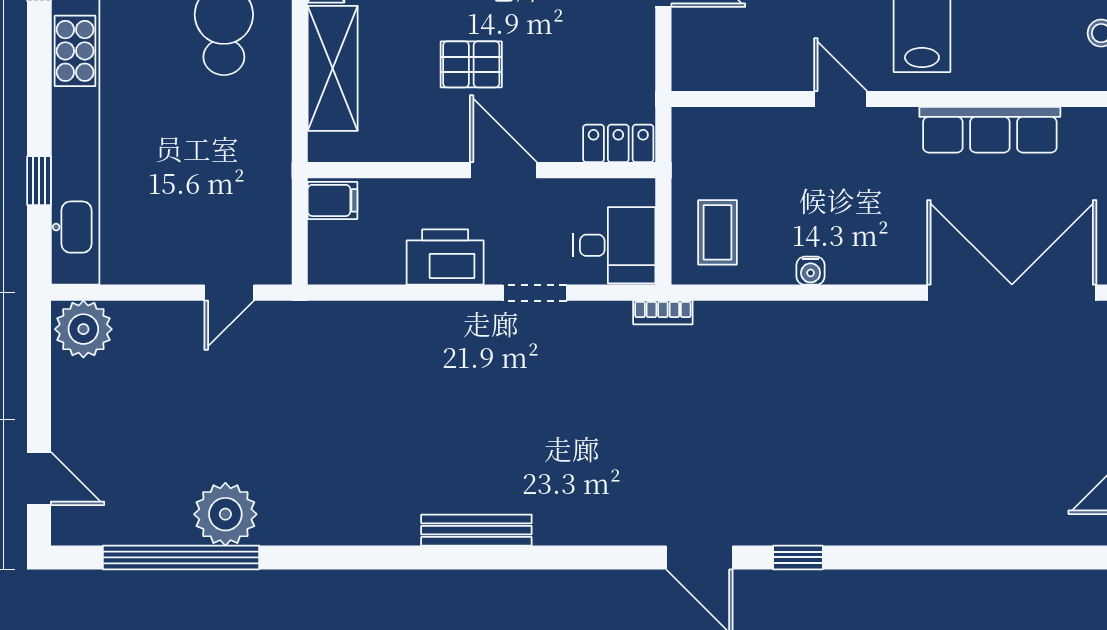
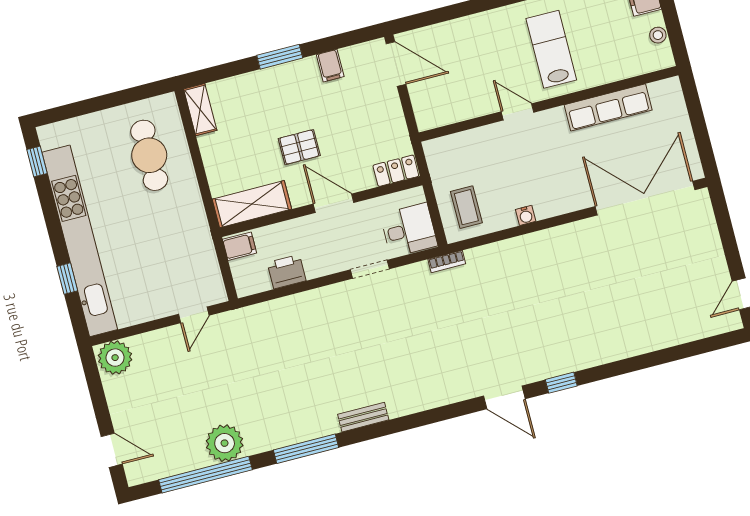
shelving: (333, 68) -> (252, 204), moved, turned 90
printer: (445, 257) -> (287, 272), moved, width x0.73, depth x0.84
bench: (476, 530) -> (363, 417), width x0.73
window: (355, 557) -> (306, 449), added

